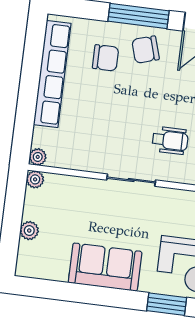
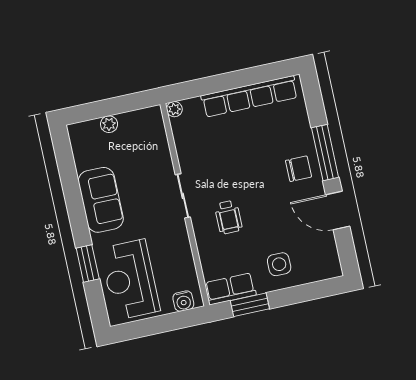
chair: (146, 50) -> (298, 169), turned 107
chair: (106, 58) -> (279, 137), removed
plant: (35, 179) -> (154, 114), removed

